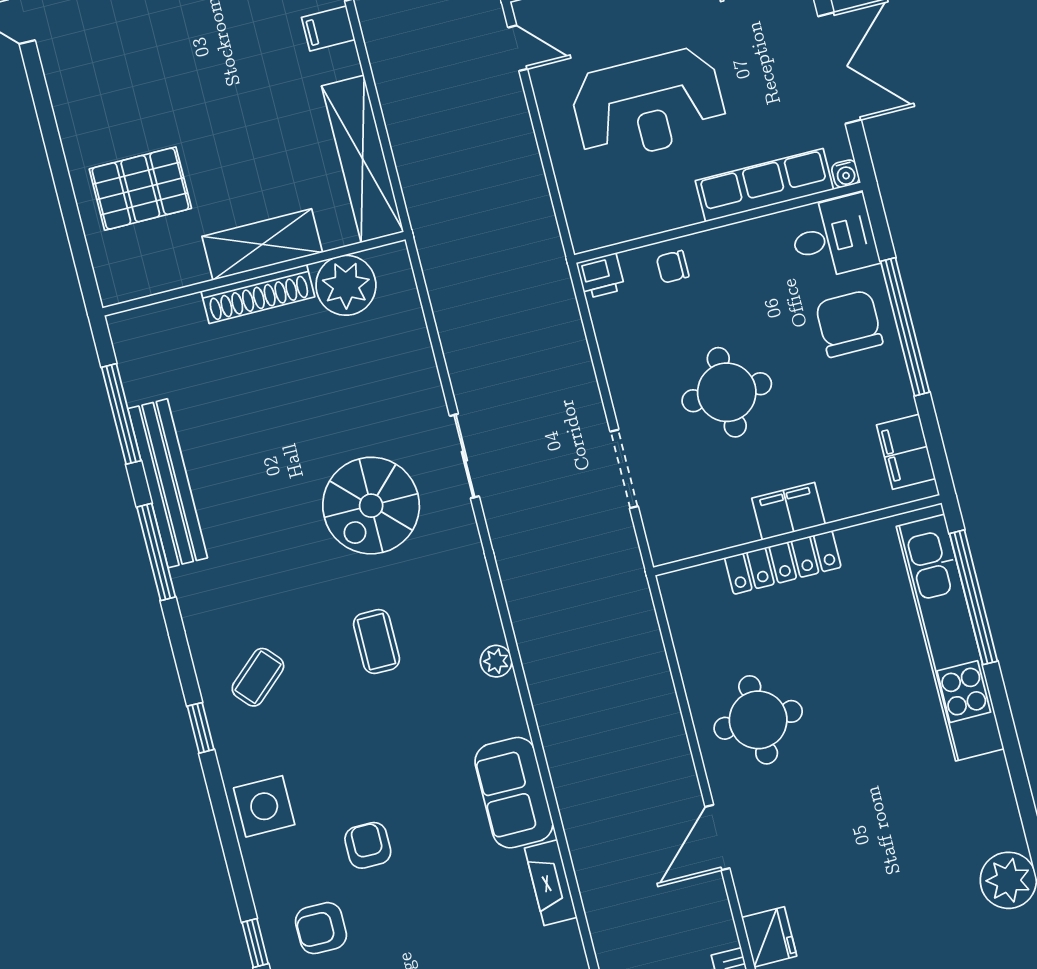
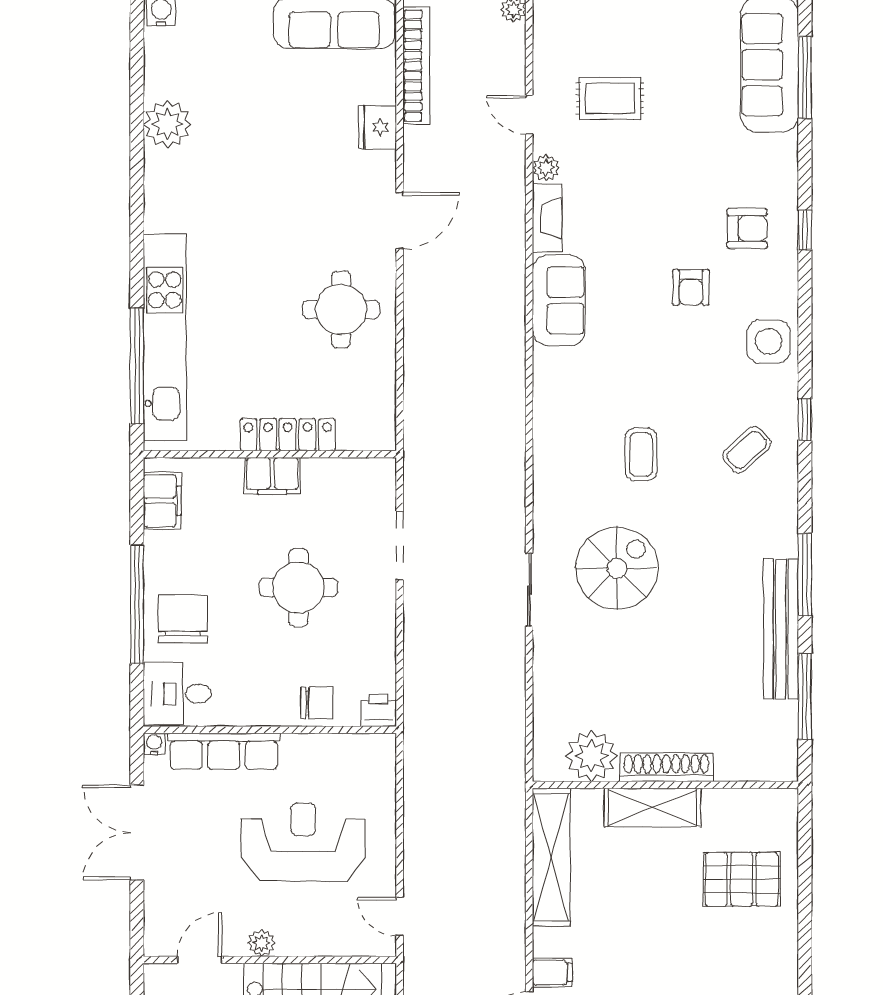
chair: (673, 267) -> (317, 703), width x1.37, depth x1.37
chair: (849, 324) -> (183, 619), turned 180
plant: (496, 661) -> (546, 168), moved

